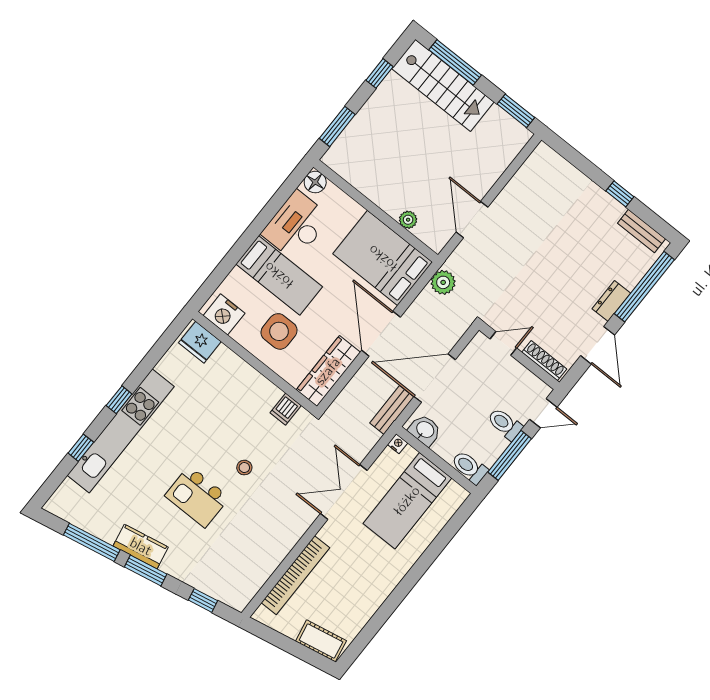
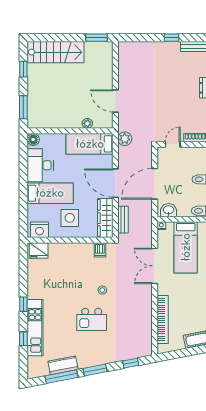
window: (455, 62) -> (53, 38), removed
bed: (383, 258) -> (90, 144), width x0.67
bench: (392, 410) -> (123, 220), moved
kitchen unit: (121, 431) -> (35, 328), width x0.73
kitchen counter: (141, 547) -> (63, 365), moved

